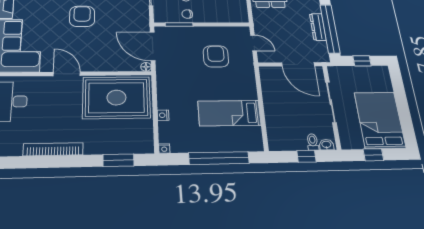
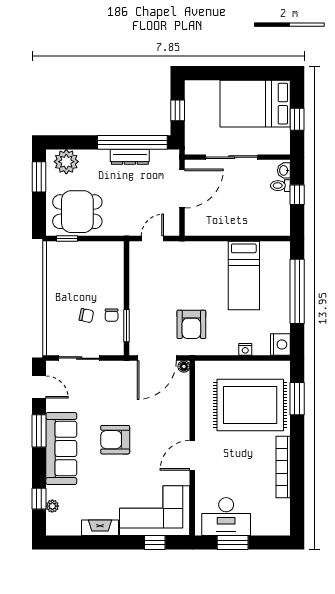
armchair: (216, 56) -> (191, 324), moved, turned -90
rug: (116, 98) -> (250, 405), moved, turned 90
nightstand: (164, 148) -> (280, 344), width x1.89, depth x1.79

